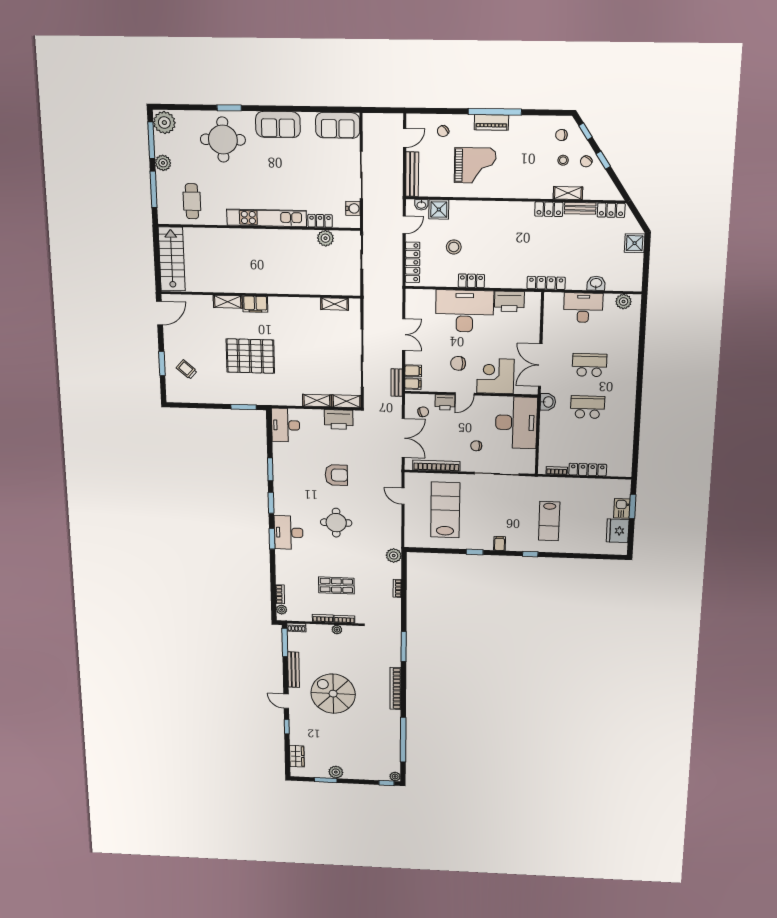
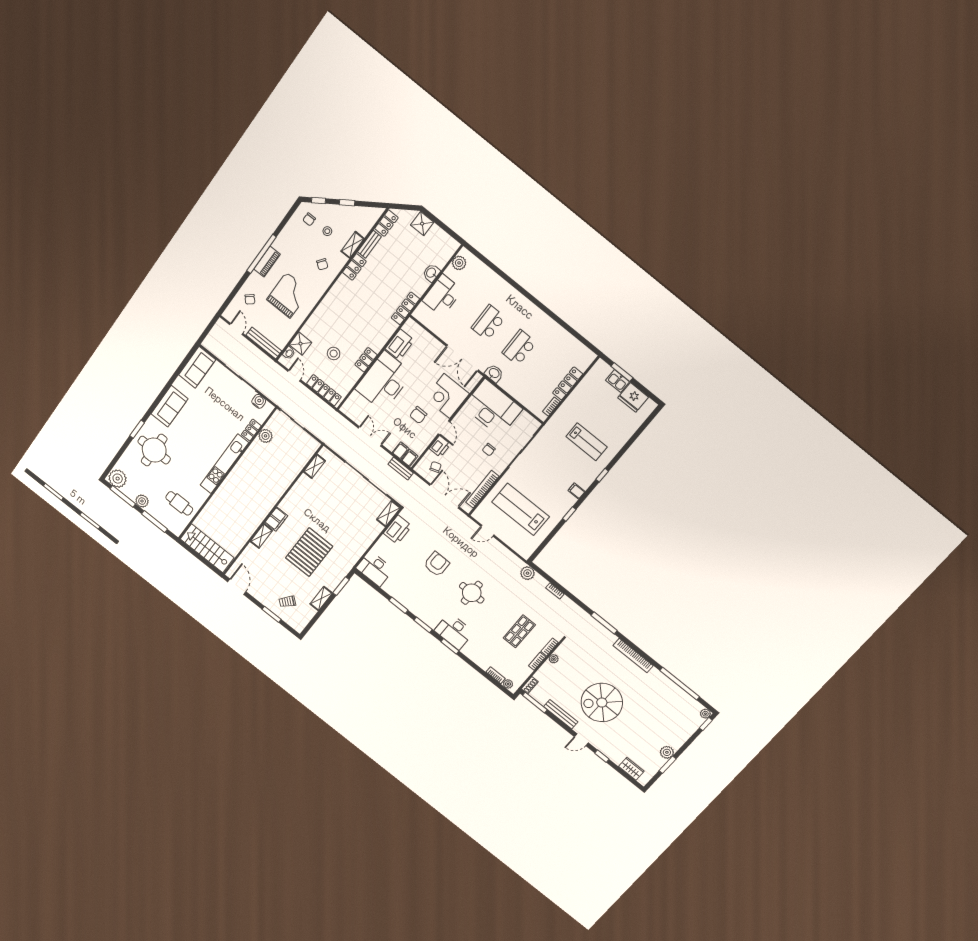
chair: (586, 161) -> (322, 264), moved
shelving: (317, 401) -> (321, 599), moved

